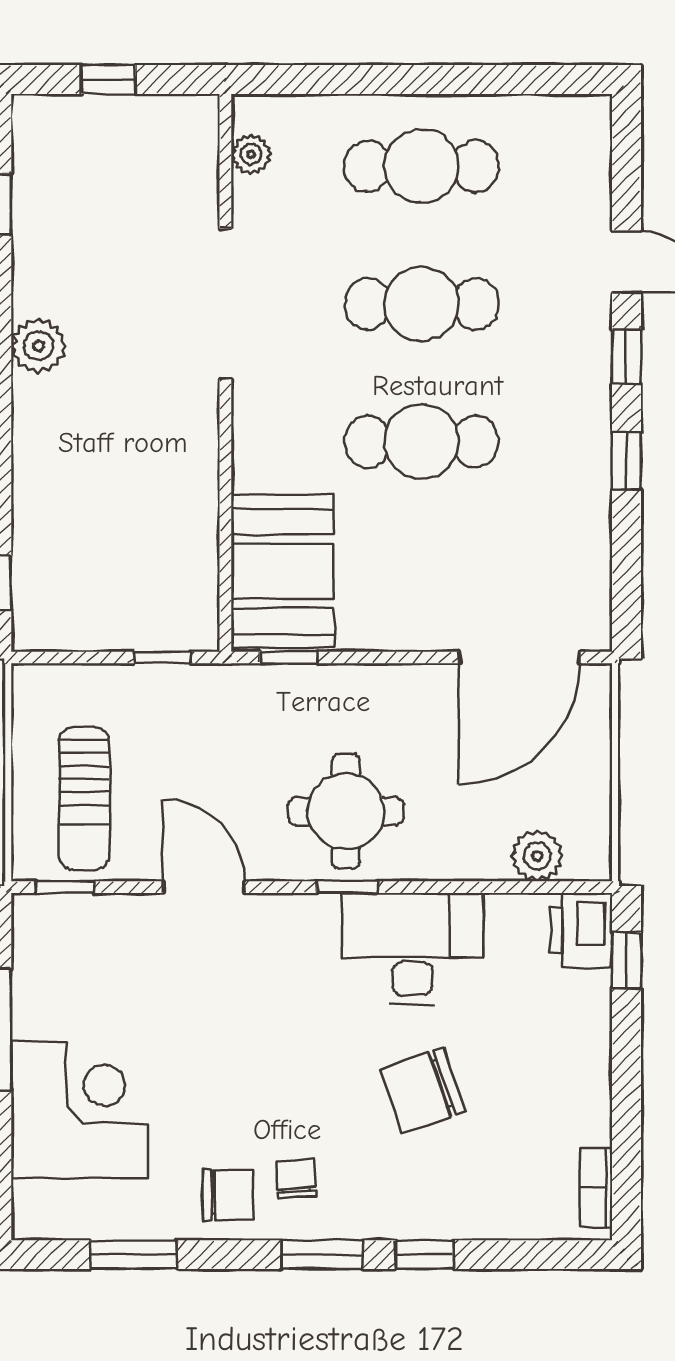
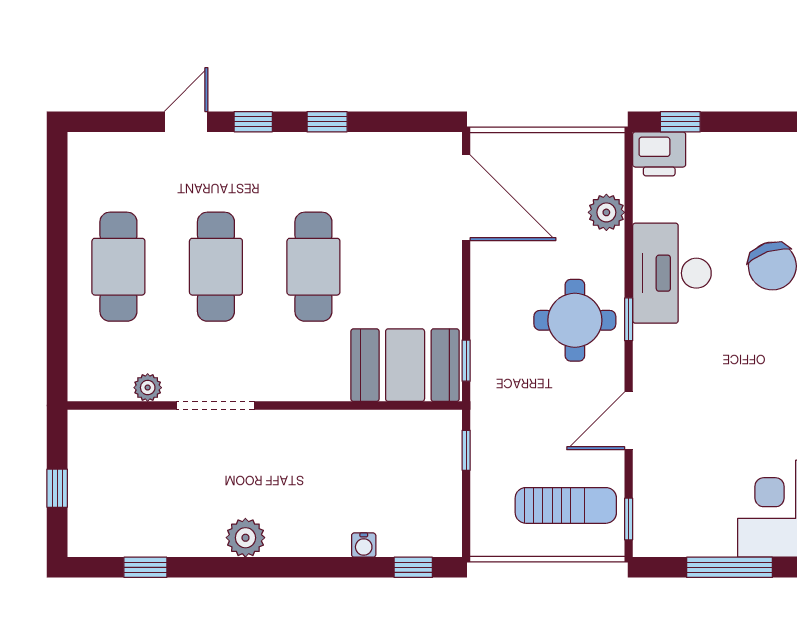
plant: (251, 154) -> (148, 388), moved
doorway: (225, 304) -> (216, 405), width x0.73
water cooler: (28, 513) -> (364, 545), added
plant: (537, 856) -> (606, 212), moved

